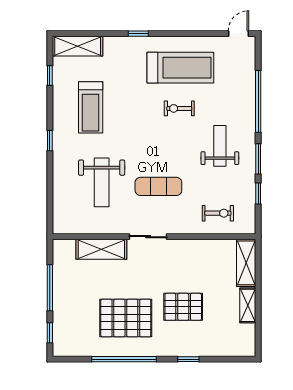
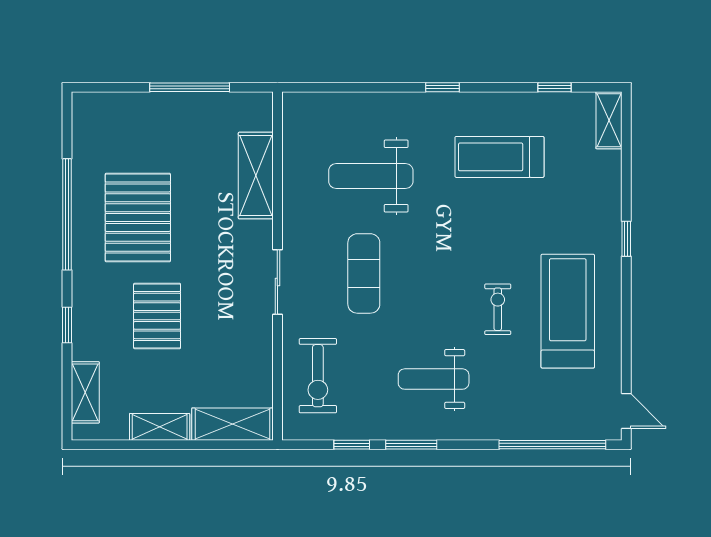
shelving: (78, 46) -> (609, 120), width x0.67, depth x0.75
treadmill: (180, 68) -> (568, 311), turned 180
window: (258, 101) -> (552, 445), moved
weight bench: (220, 146) -> (434, 379), turned 180
exercise bike: (218, 213) -> (318, 376), width x1.38, depth x1.39
sliding door: (148, 237) -> (277, 282), moved
window: (50, 333) -> (113, 87), removed
shelving: (228, 349) -> (85, 392), added

